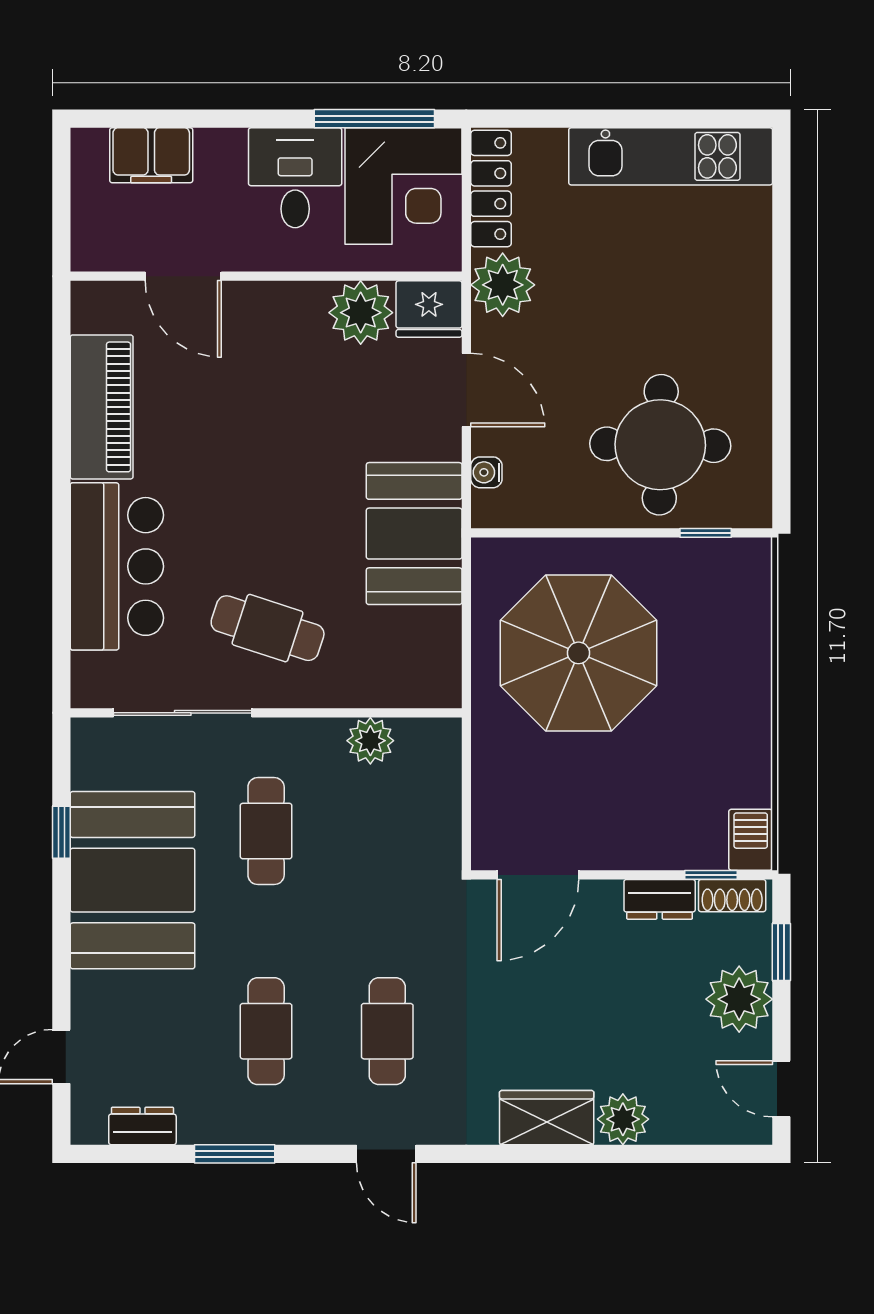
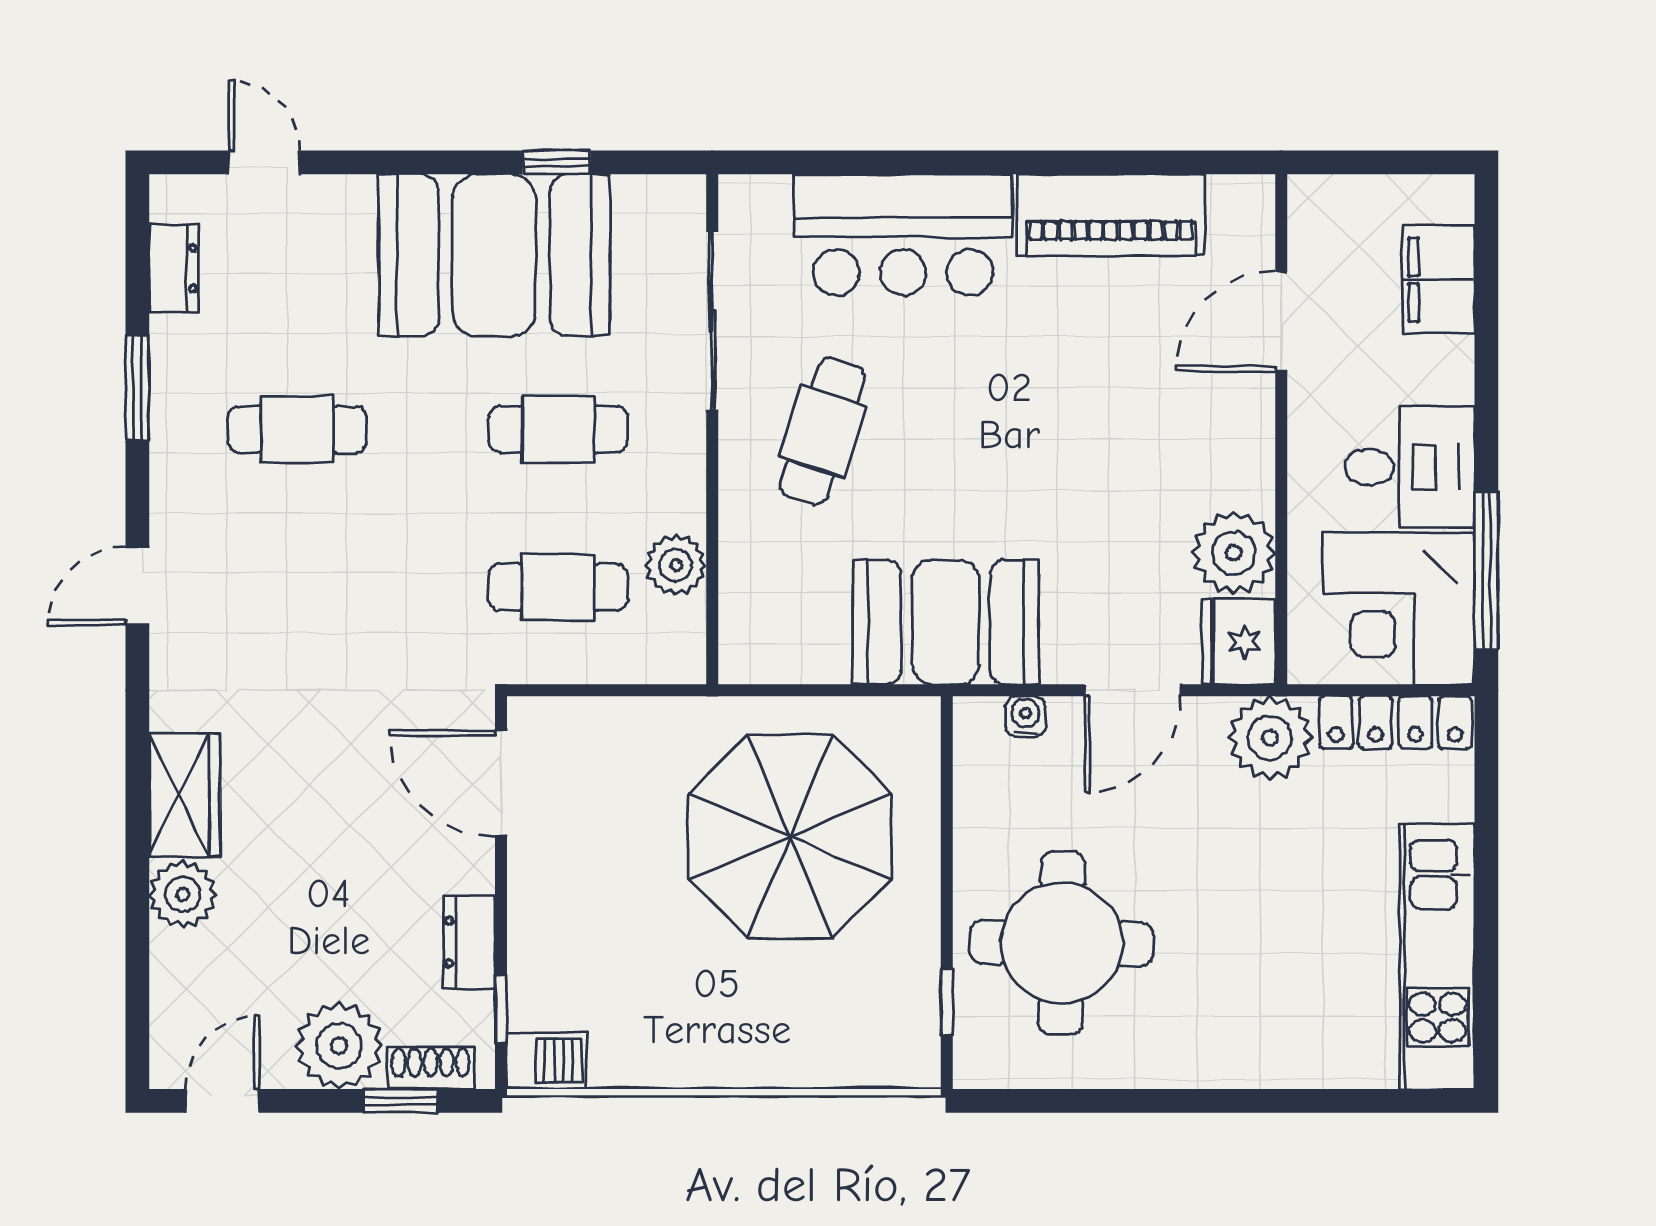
shoe rack: (732, 896) -> (431, 1068), moved, turned 90
cafe table: (387, 1031) -> (558, 587), moved

